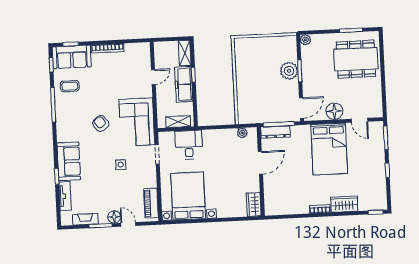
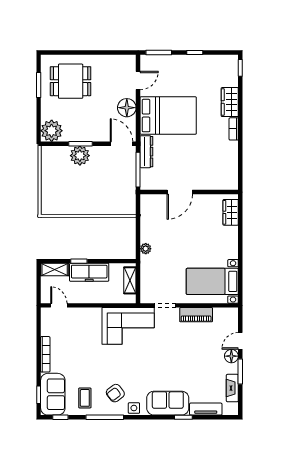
plant: (305, 40) -> (52, 131), width x1.88, depth x1.88
dining table: (356, 59) -> (71, 81), width x0.73
door: (153, 77) -> (59, 305), moved
armchair: (101, 124) -> (115, 393), moved
dresser: (275, 132) -> (146, 152), moved
plant: (242, 133) -> (146, 249), moved
desk: (189, 145) -> (156, 270), removed
door: (260, 163) -> (180, 192), swing flipped
side table: (121, 165) -> (134, 408), moved
bed with nightstands: (188, 196) -> (212, 281), width x0.73
piano: (151, 203) -> (196, 315), moved
wardrobe: (254, 205) -> (231, 212), moved, turned 90

